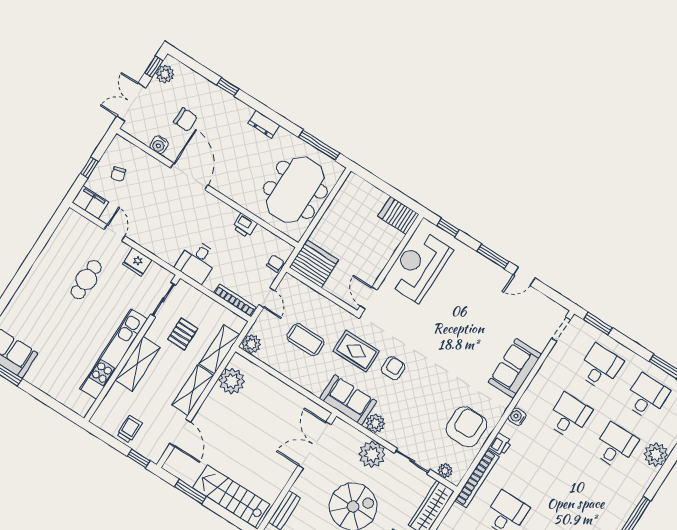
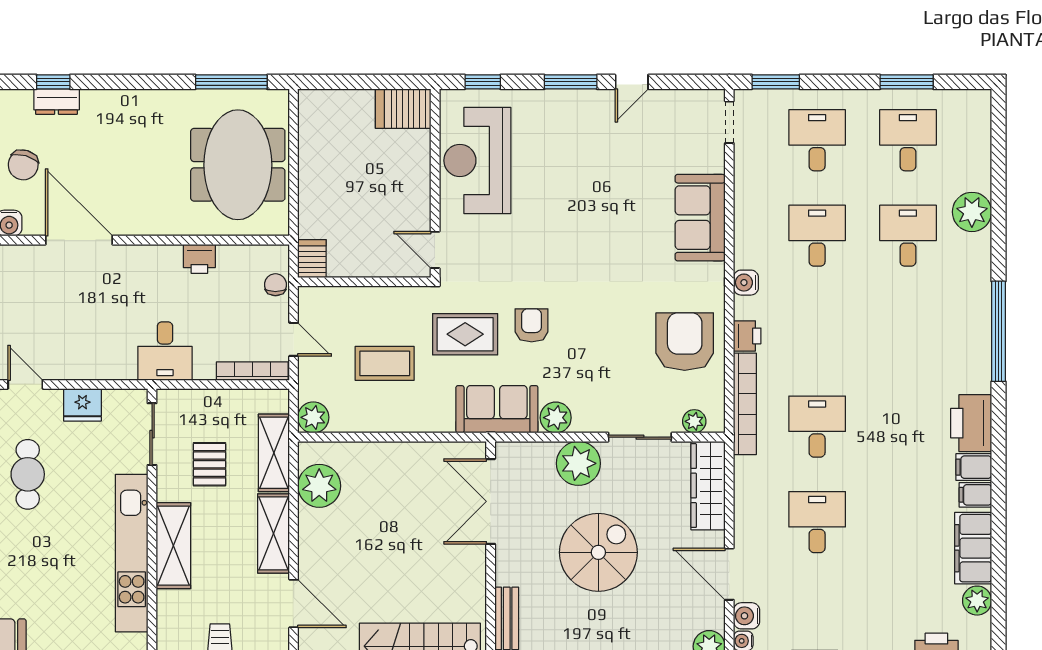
chair: (185, 120) -> (23, 165), turned 106
dresser: (264, 124) -> (57, 102), moved
server rack: (314, 263) -> (312, 259), width x0.46, depth x0.70

